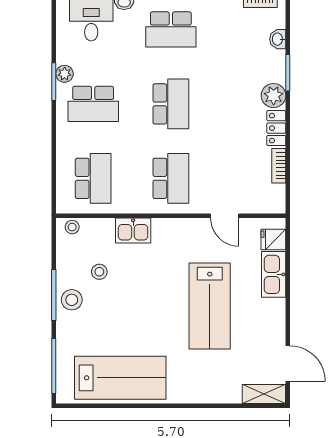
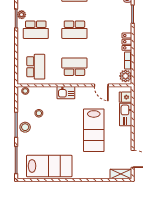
plant: (274, 96) -> (126, 76), moved
school desk: (171, 104) -> (74, 30), turned 90
school desk: (171, 178) -> (74, 67), turned -90
kitchen sink: (133, 230) -> (66, 93), moved

